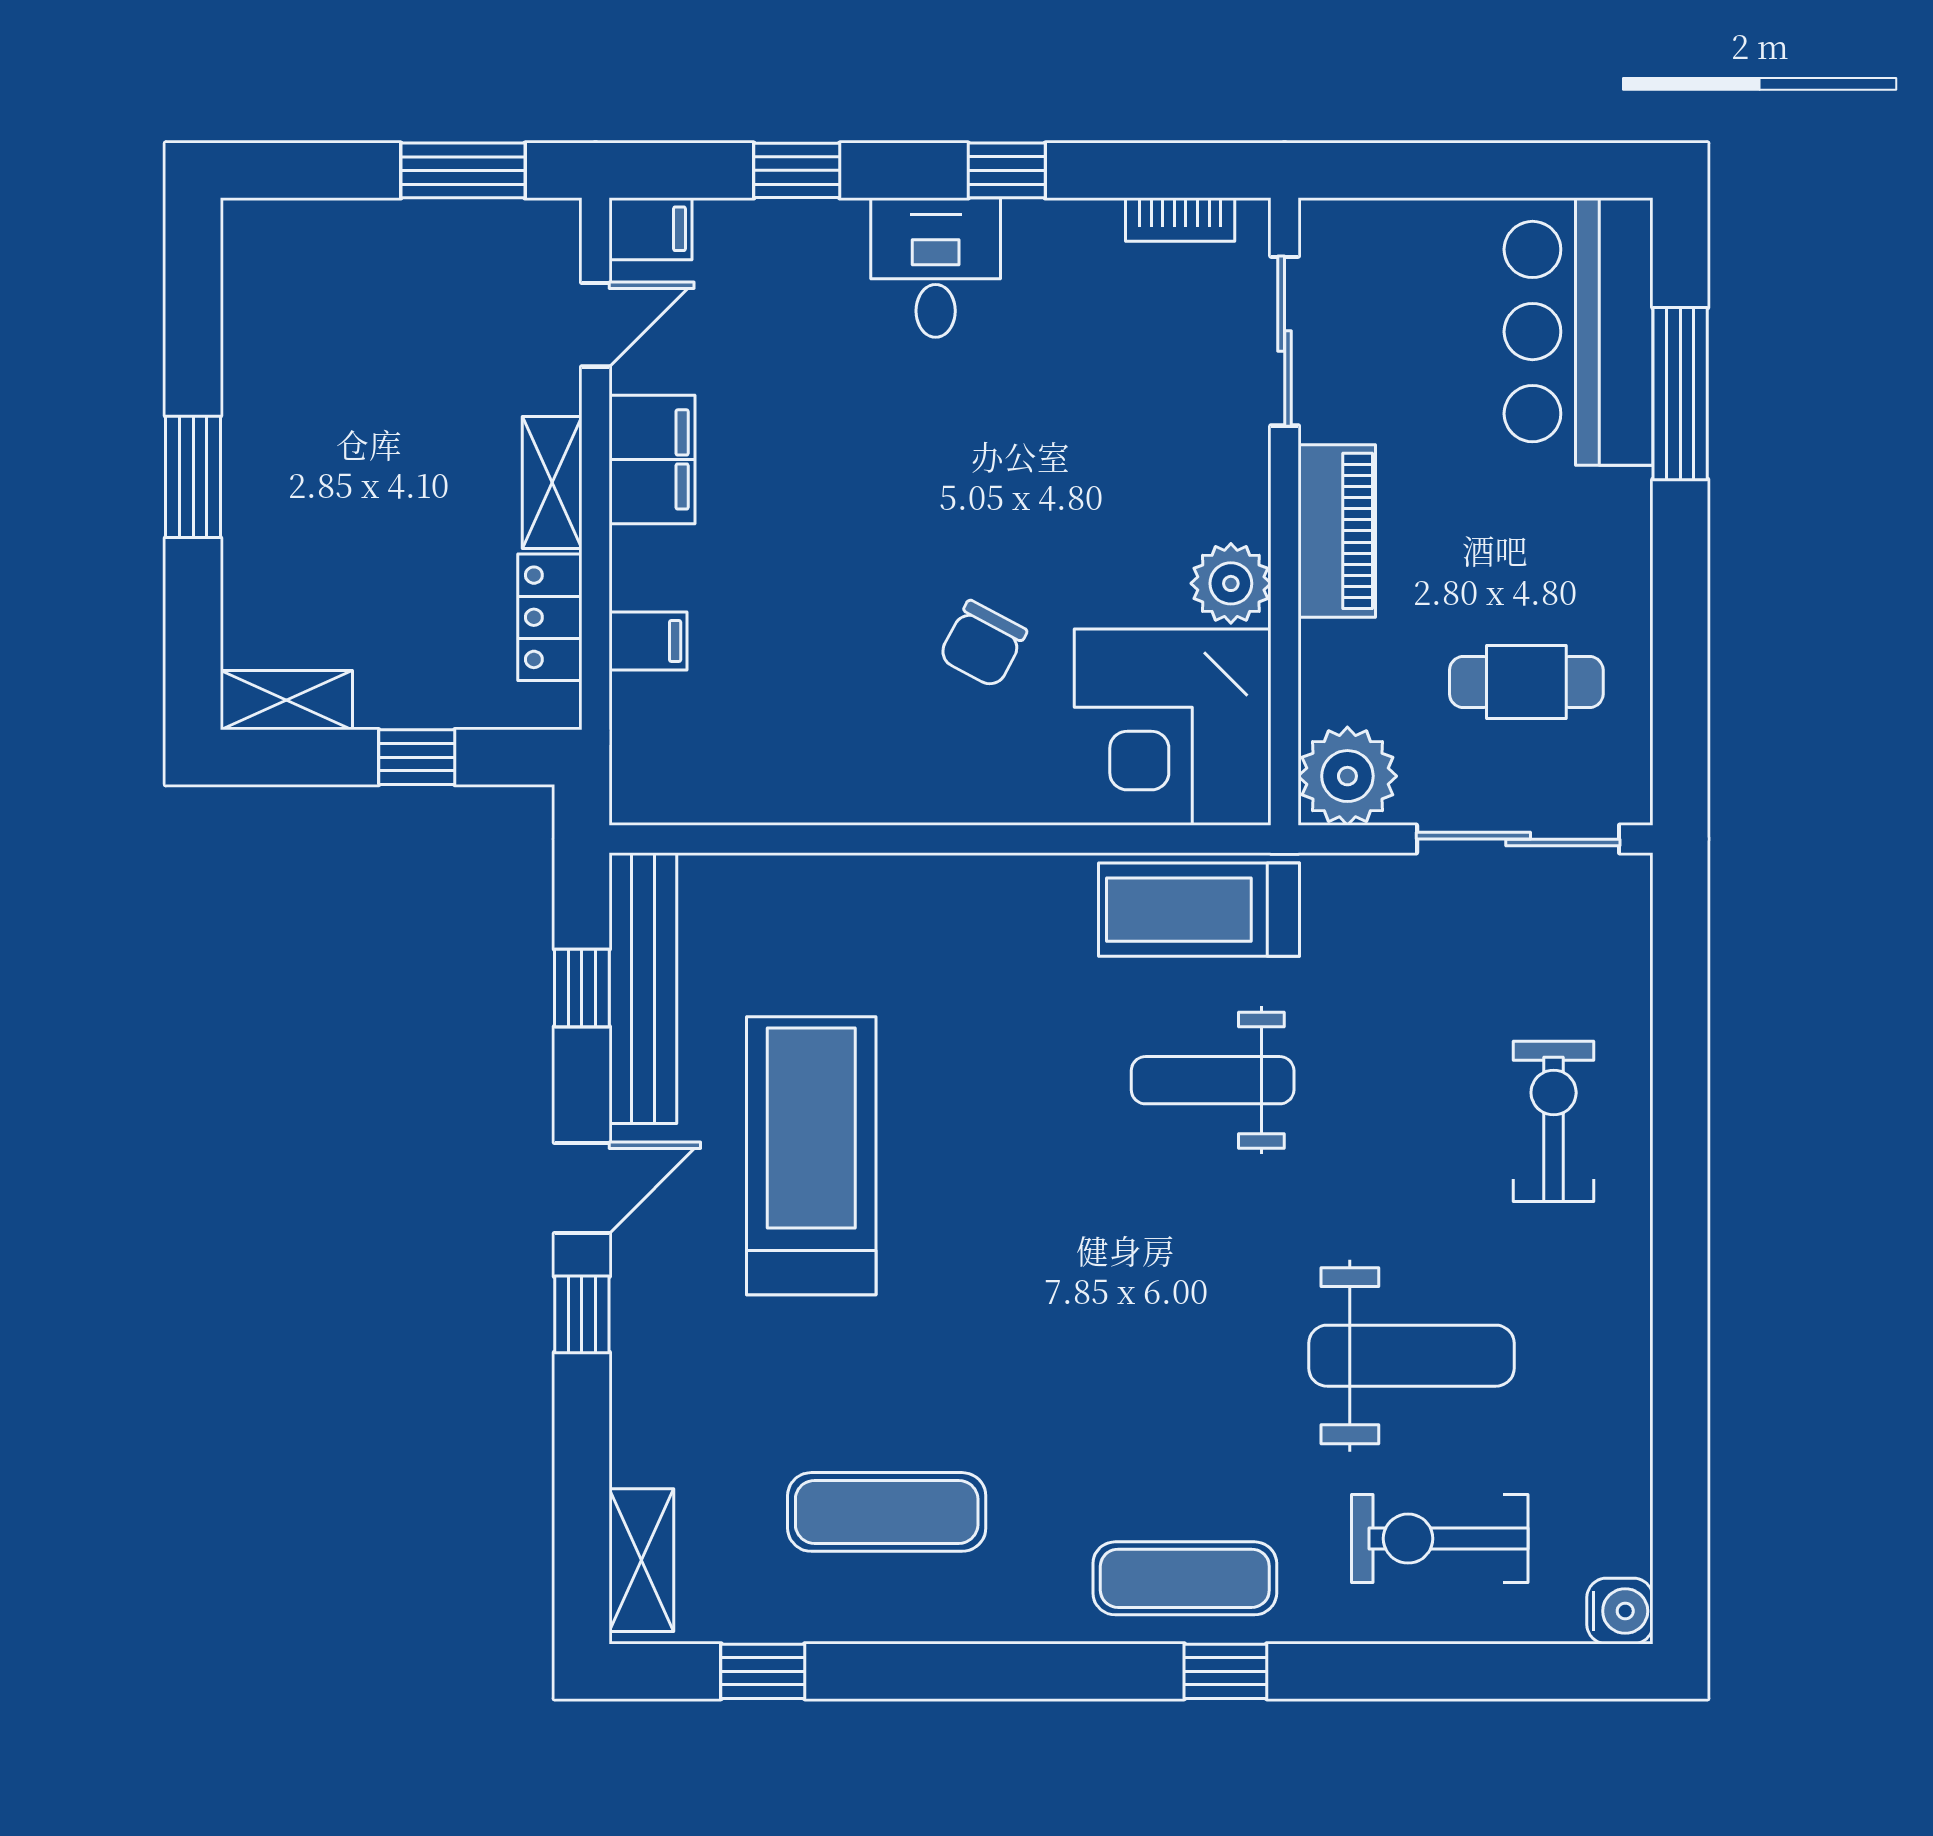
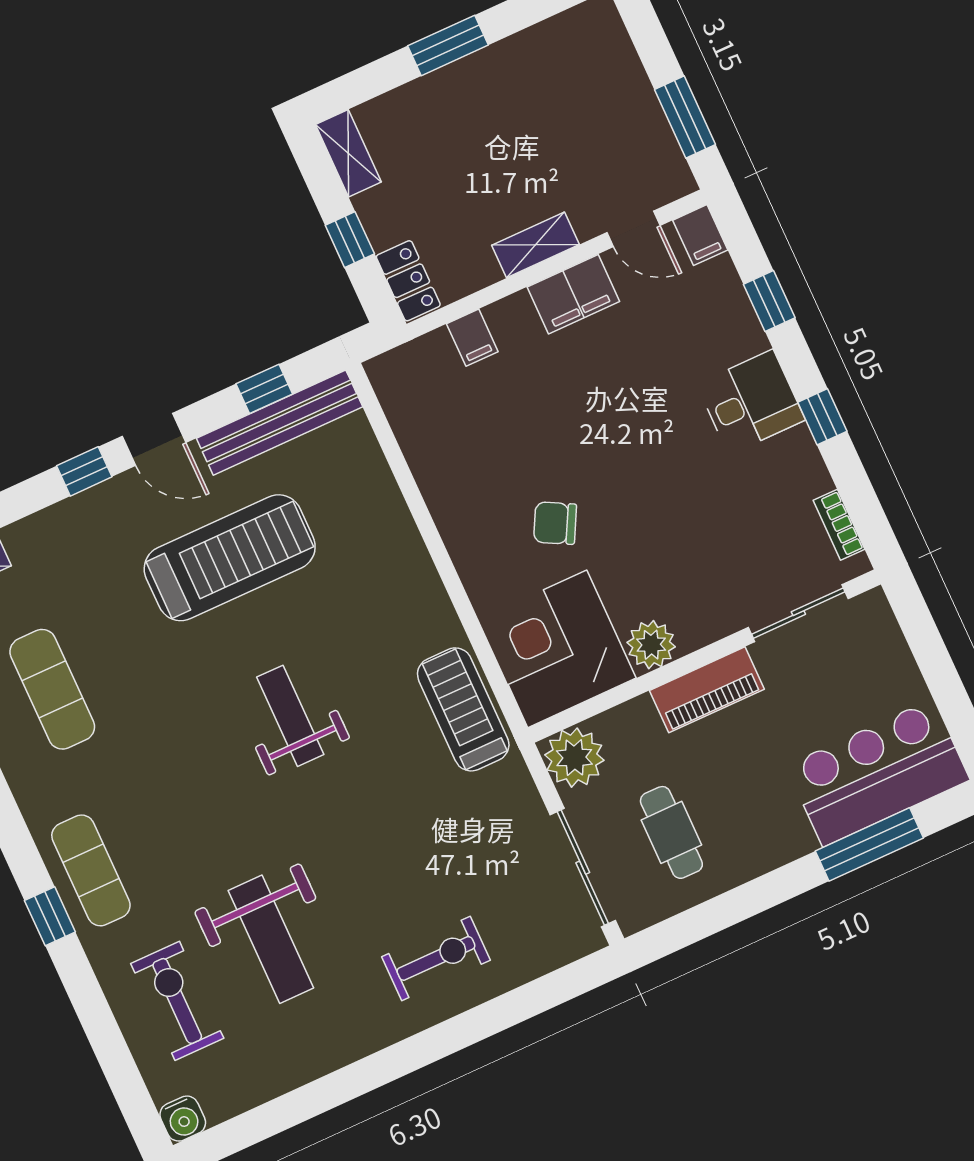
locker: (550, 617) -> (408, 281), moved, turned 90
weight bench: (1213, 1080) -> (290, 716), moved

